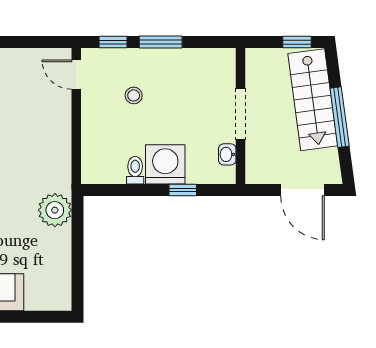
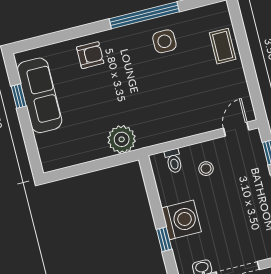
stool: (134, 95) -> (206, 169), moved
toilet: (135, 170) -> (174, 161), moved, turned 90

